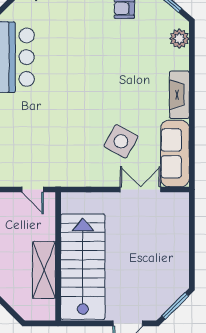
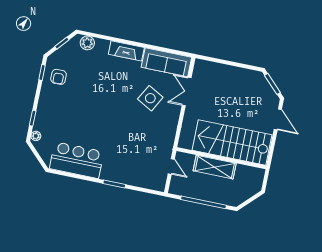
door: (33, 190) -> (171, 166), hinge flipped
shelving: (44, 270) -> (215, 167), moved

